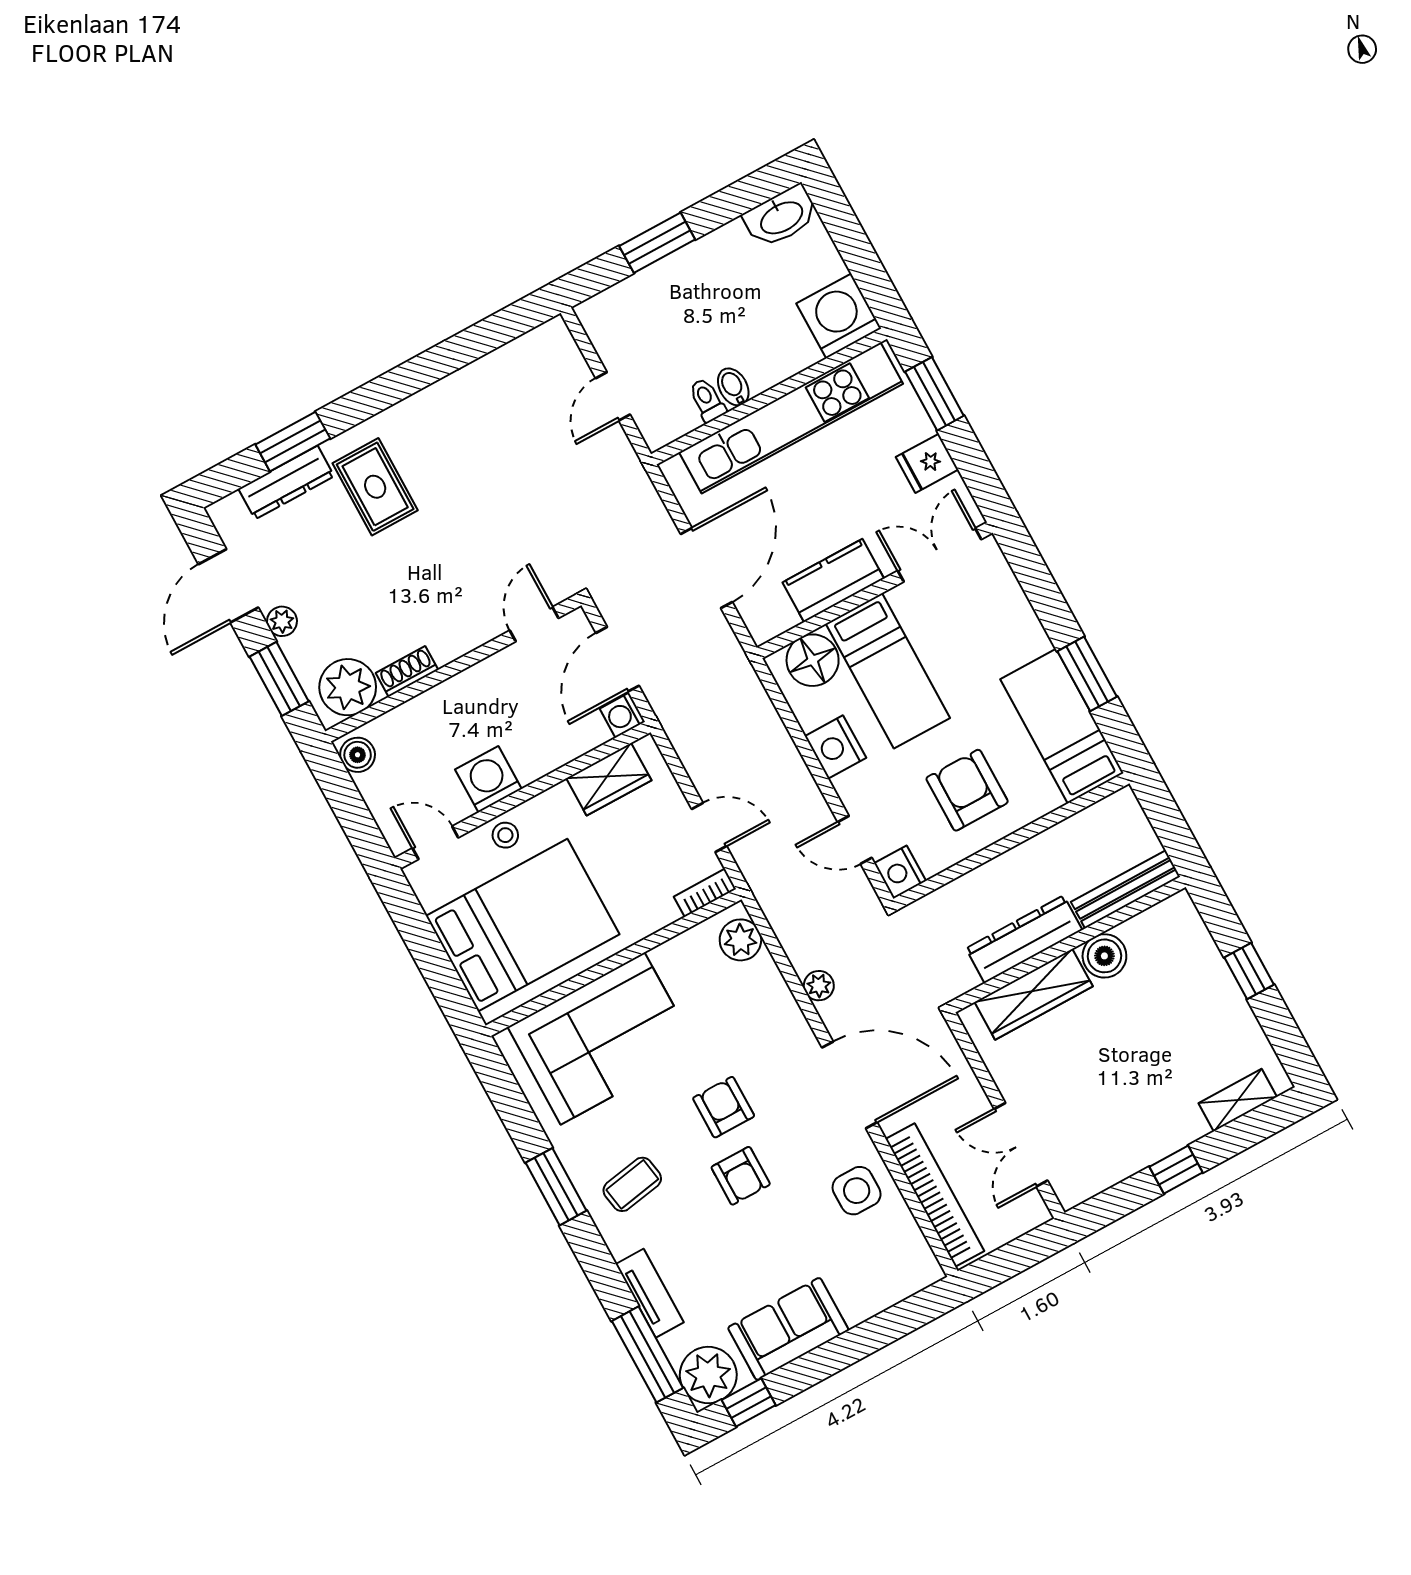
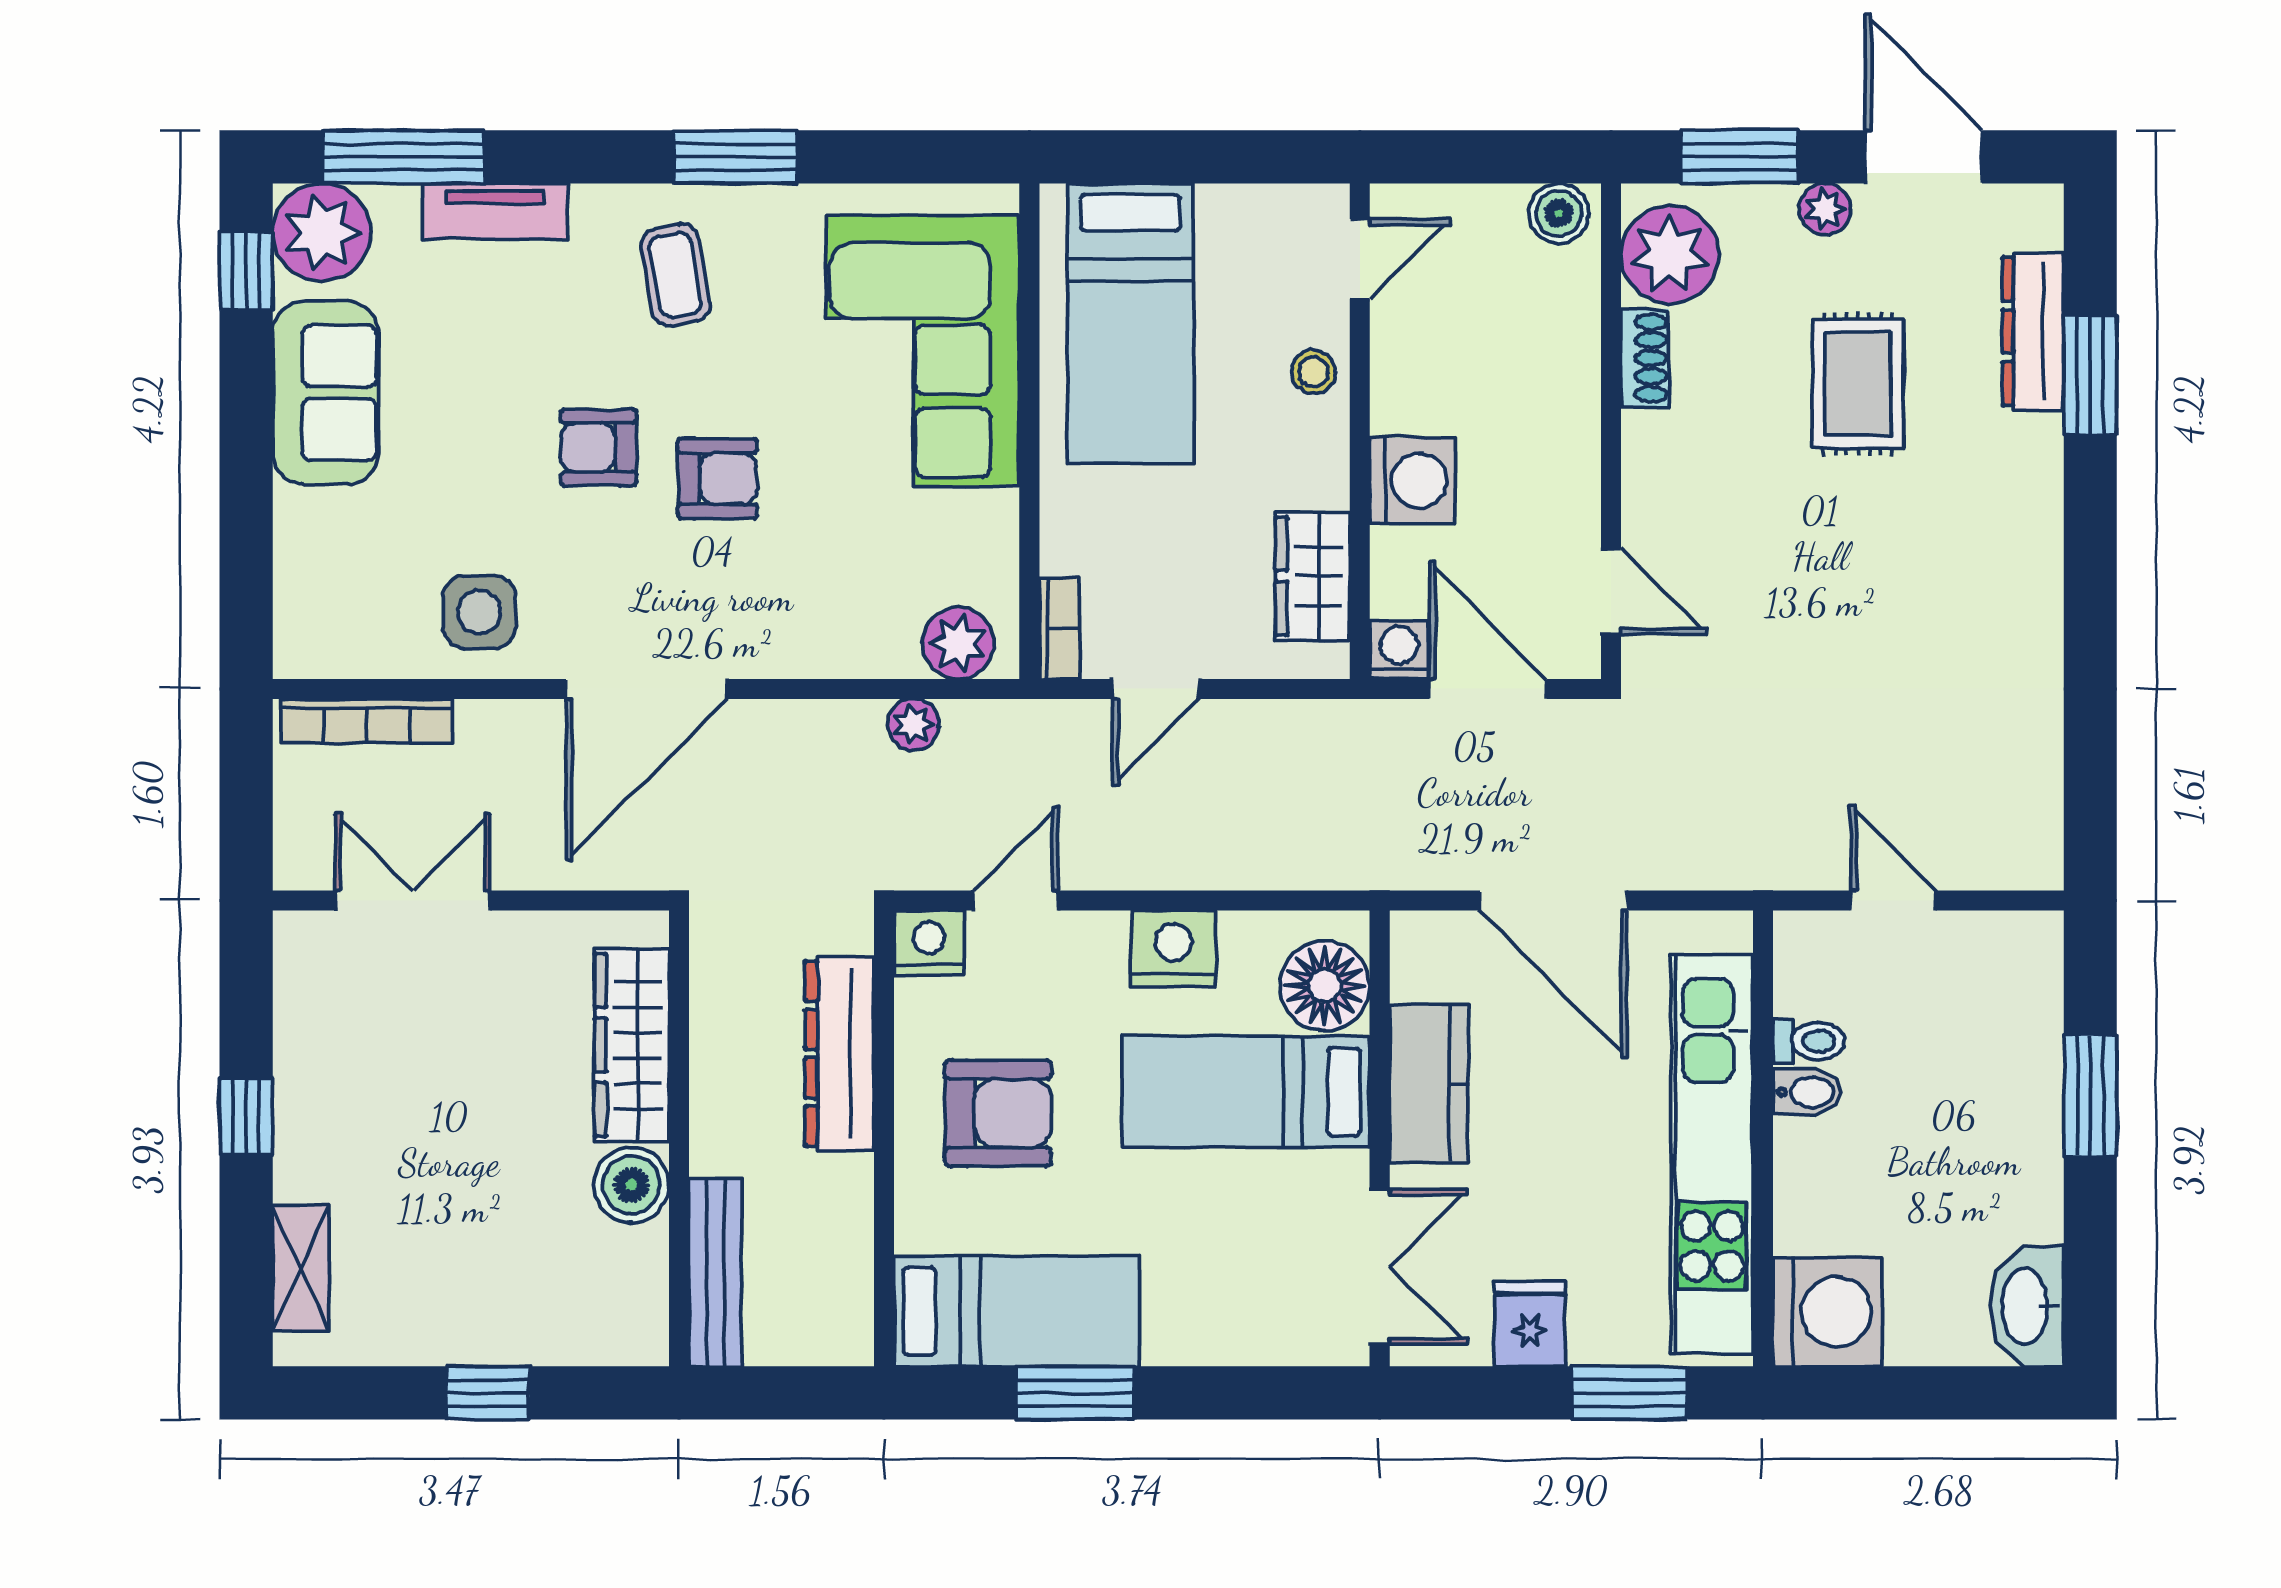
rug: (375, 487) -> (1858, 384), moved, turned 90
washing machine: (488, 779) -> (1413, 481), moved
bed: (523, 925) -> (1130, 323), width x0.67
dresser: (1024, 939) -> (839, 1054), moved, turned 180
plant: (819, 986) -> (913, 725), moved
bookcase: (935, 1195) -> (367, 721), width x0.68, depth x0.76

